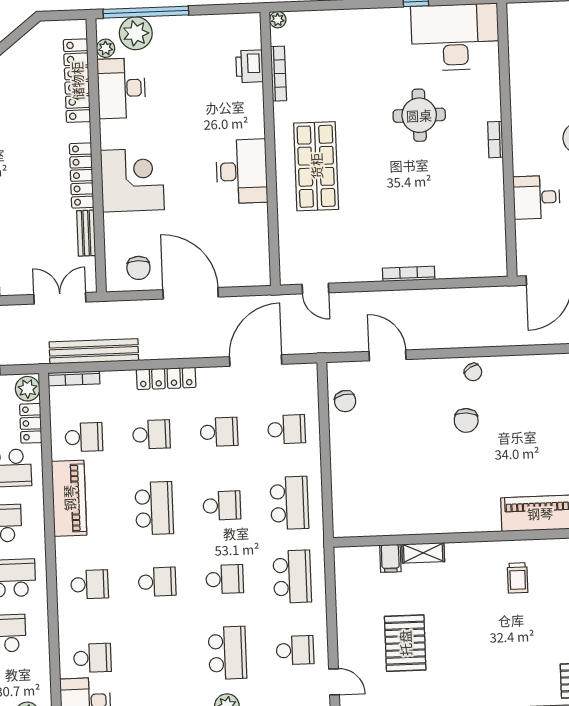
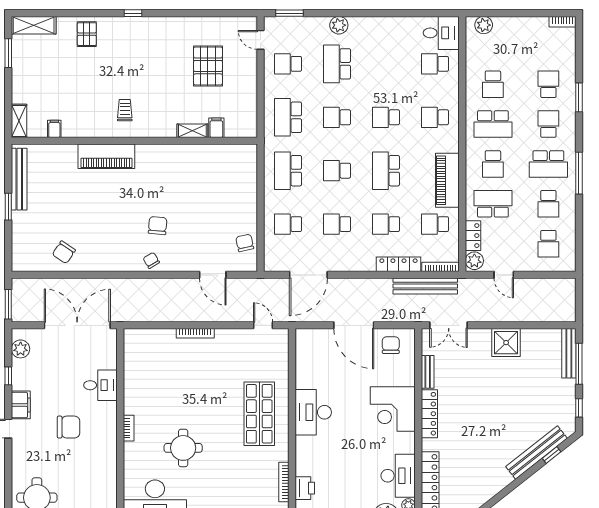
locker: (166, 378) -> (398, 264), moved

